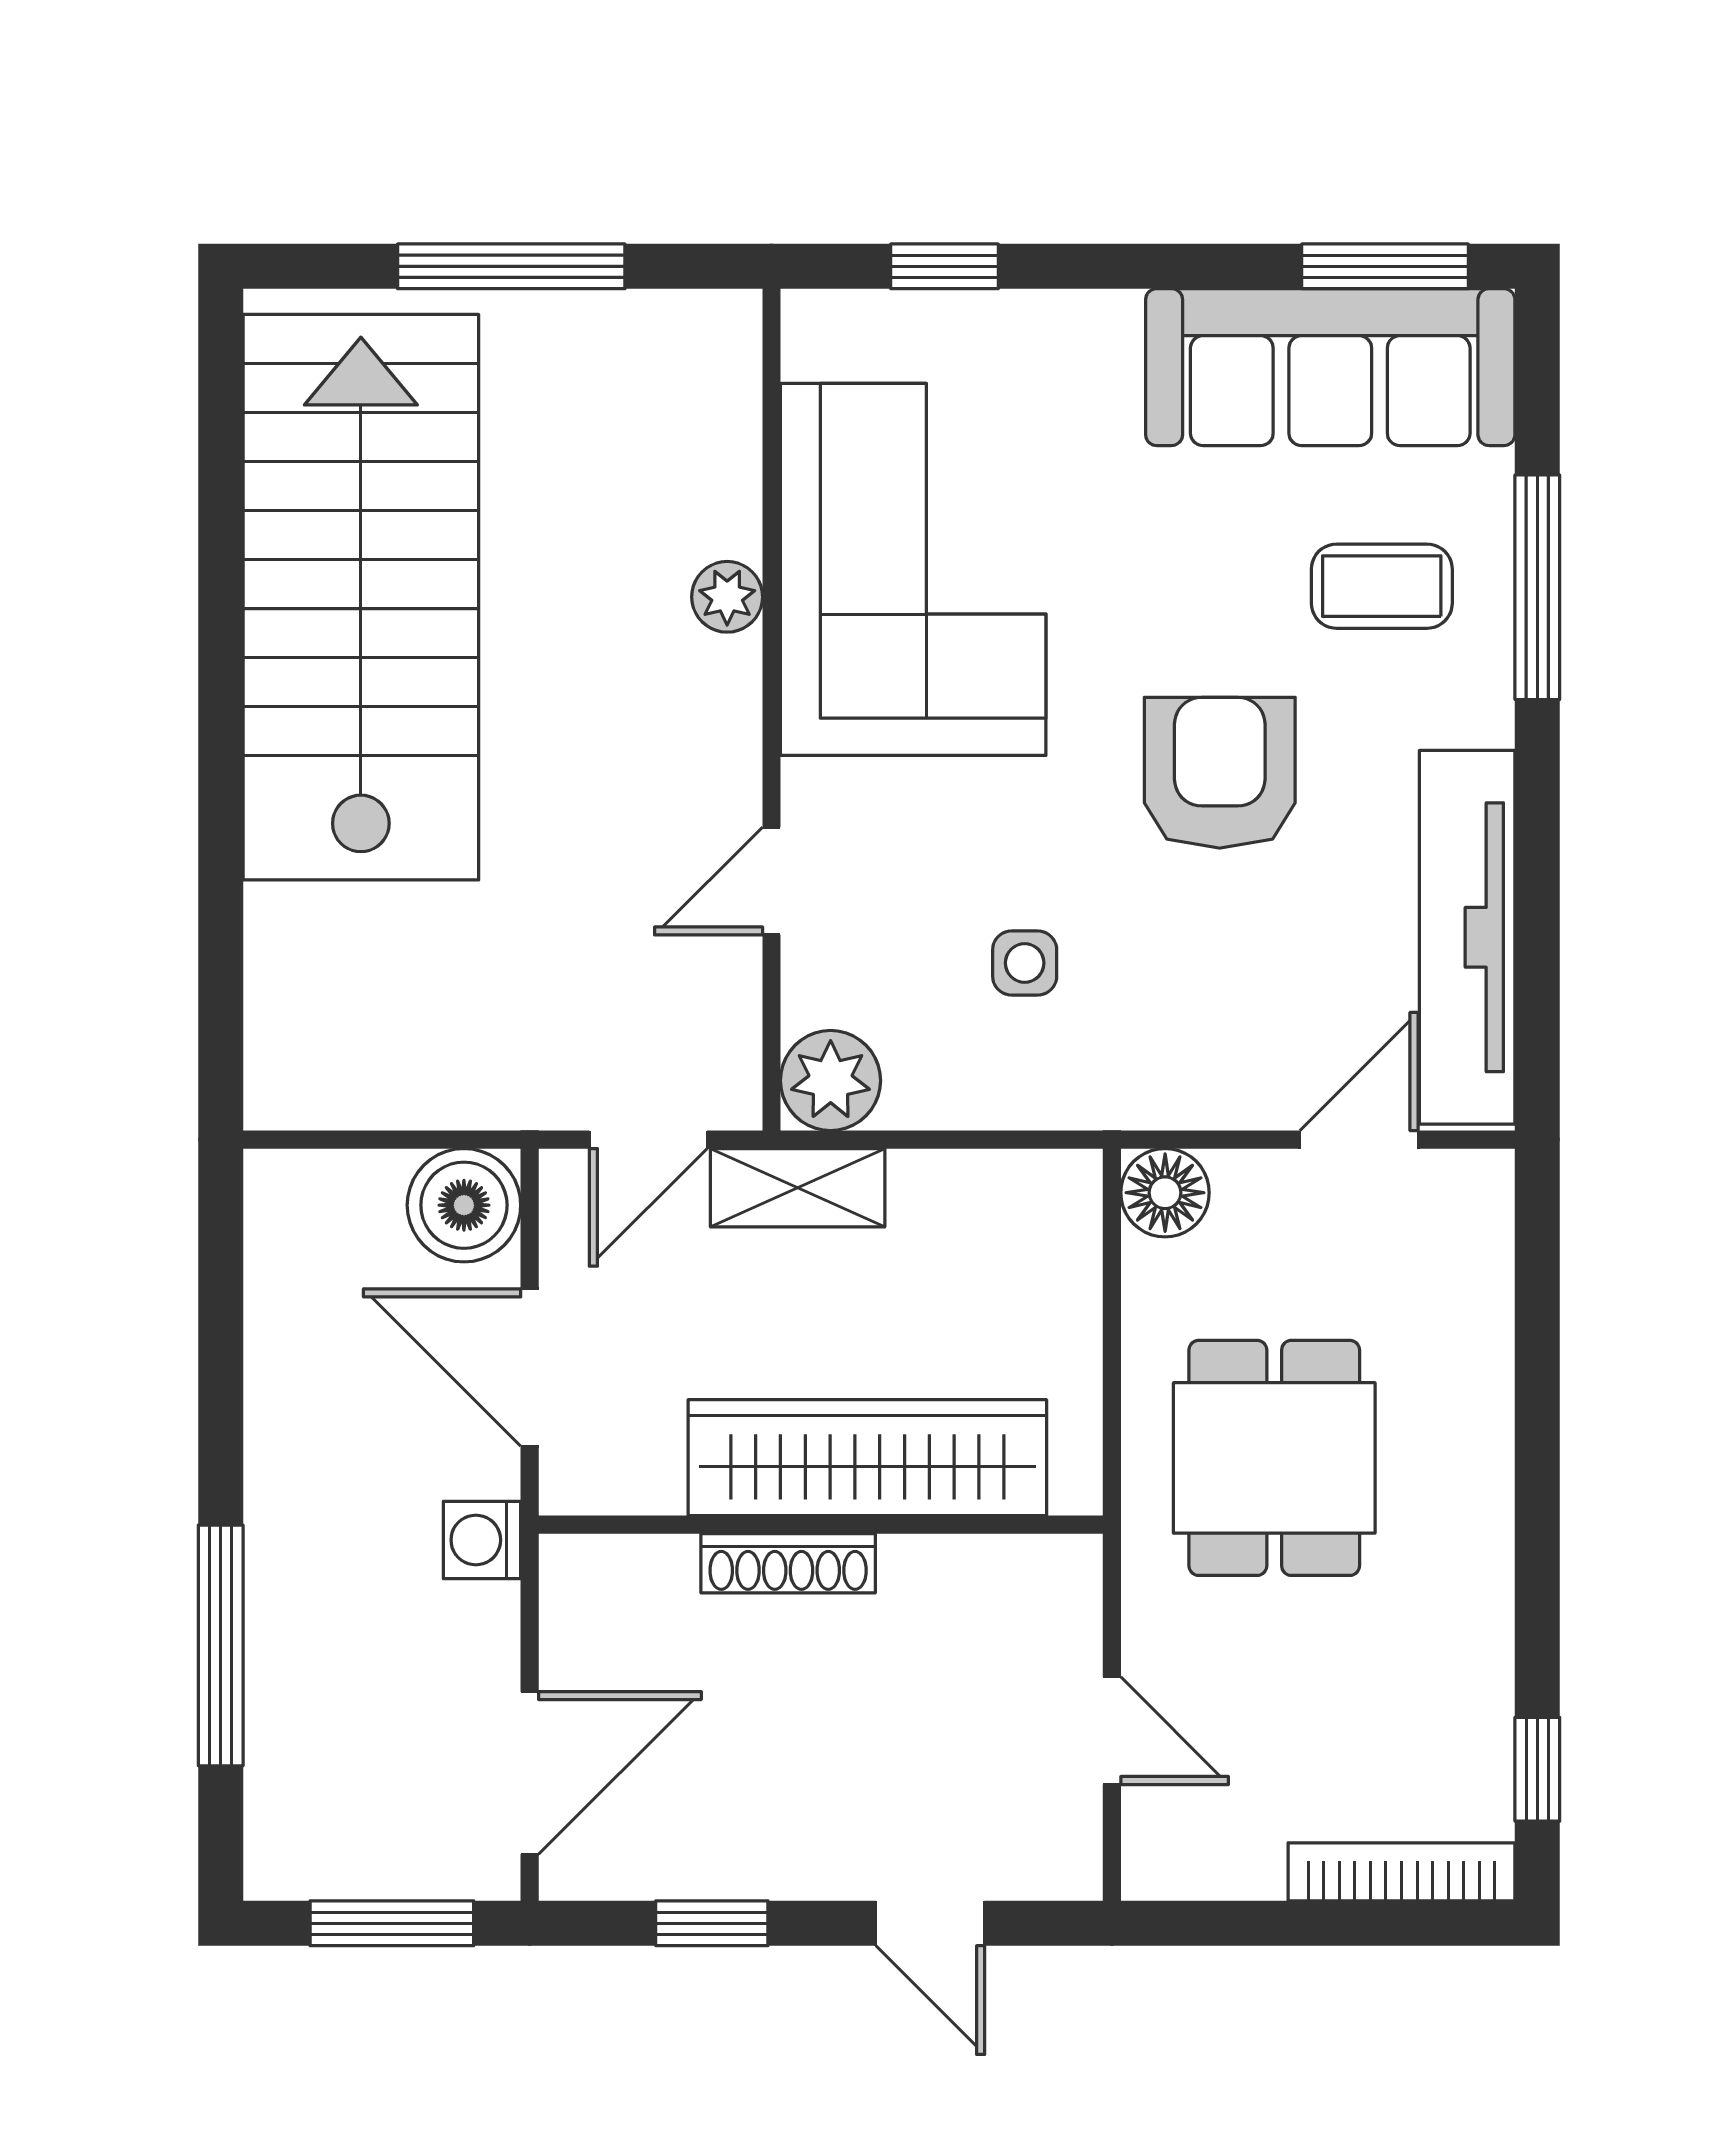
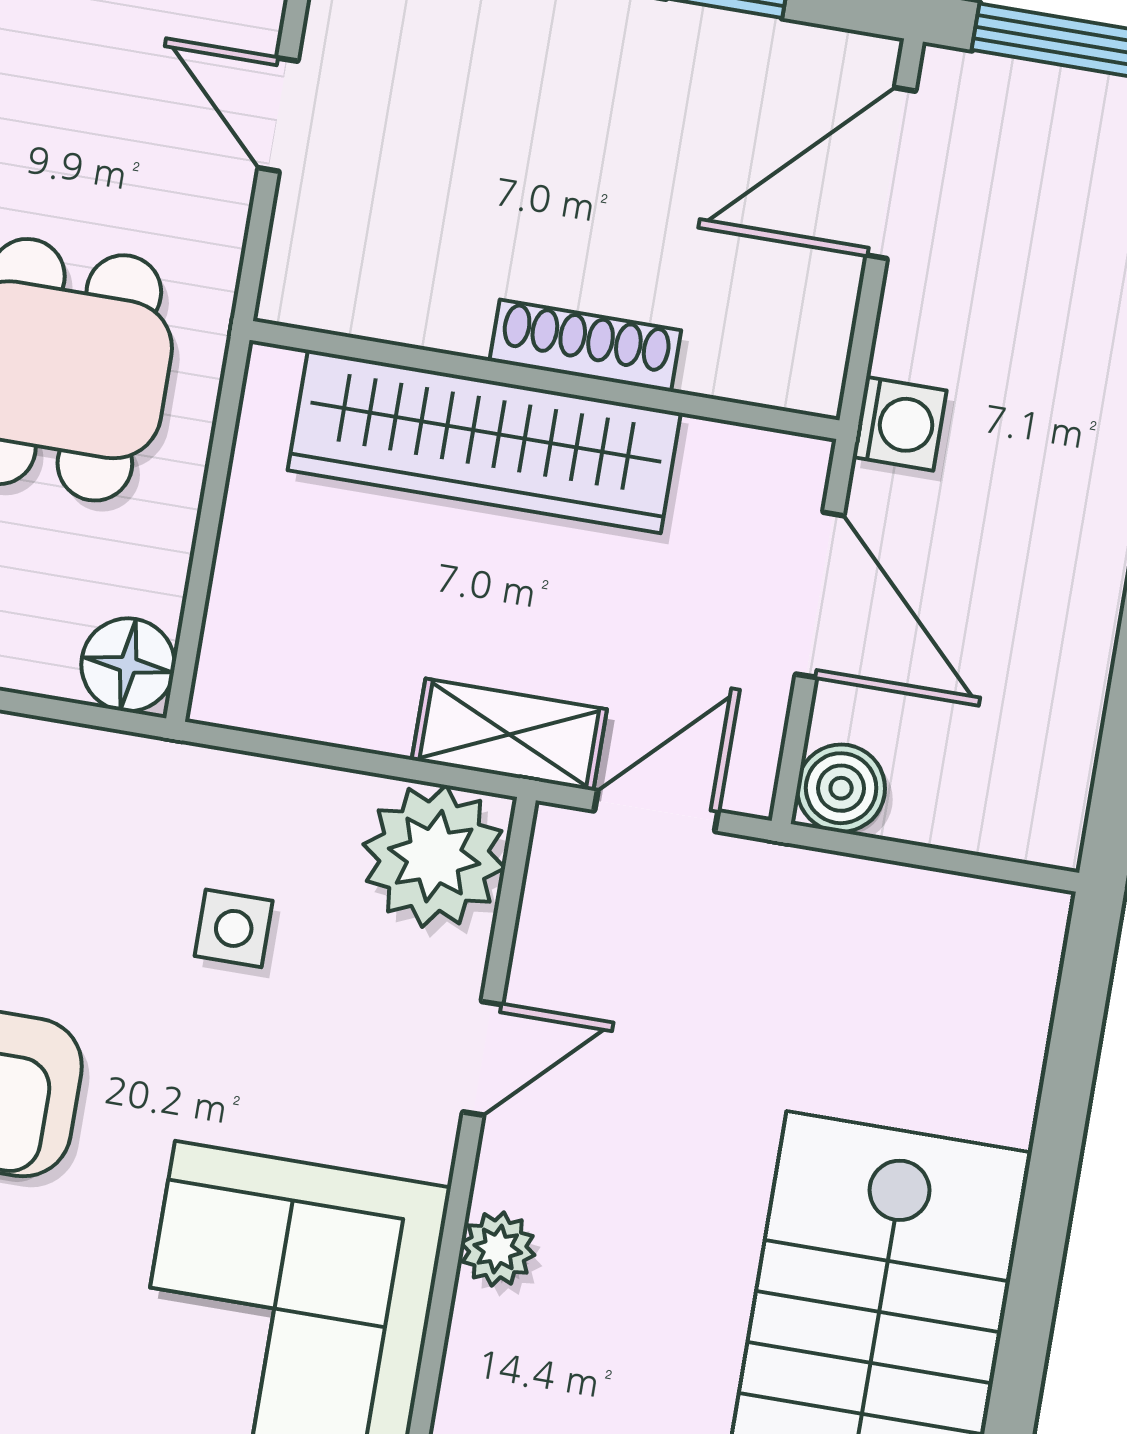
plant: (727, 597) -> (498, 1249), moved
plant: (831, 1081) -> (434, 856), width x1.36, depth x1.36
boiler: (464, 1205) -> (841, 788), width x0.73, depth x0.73

